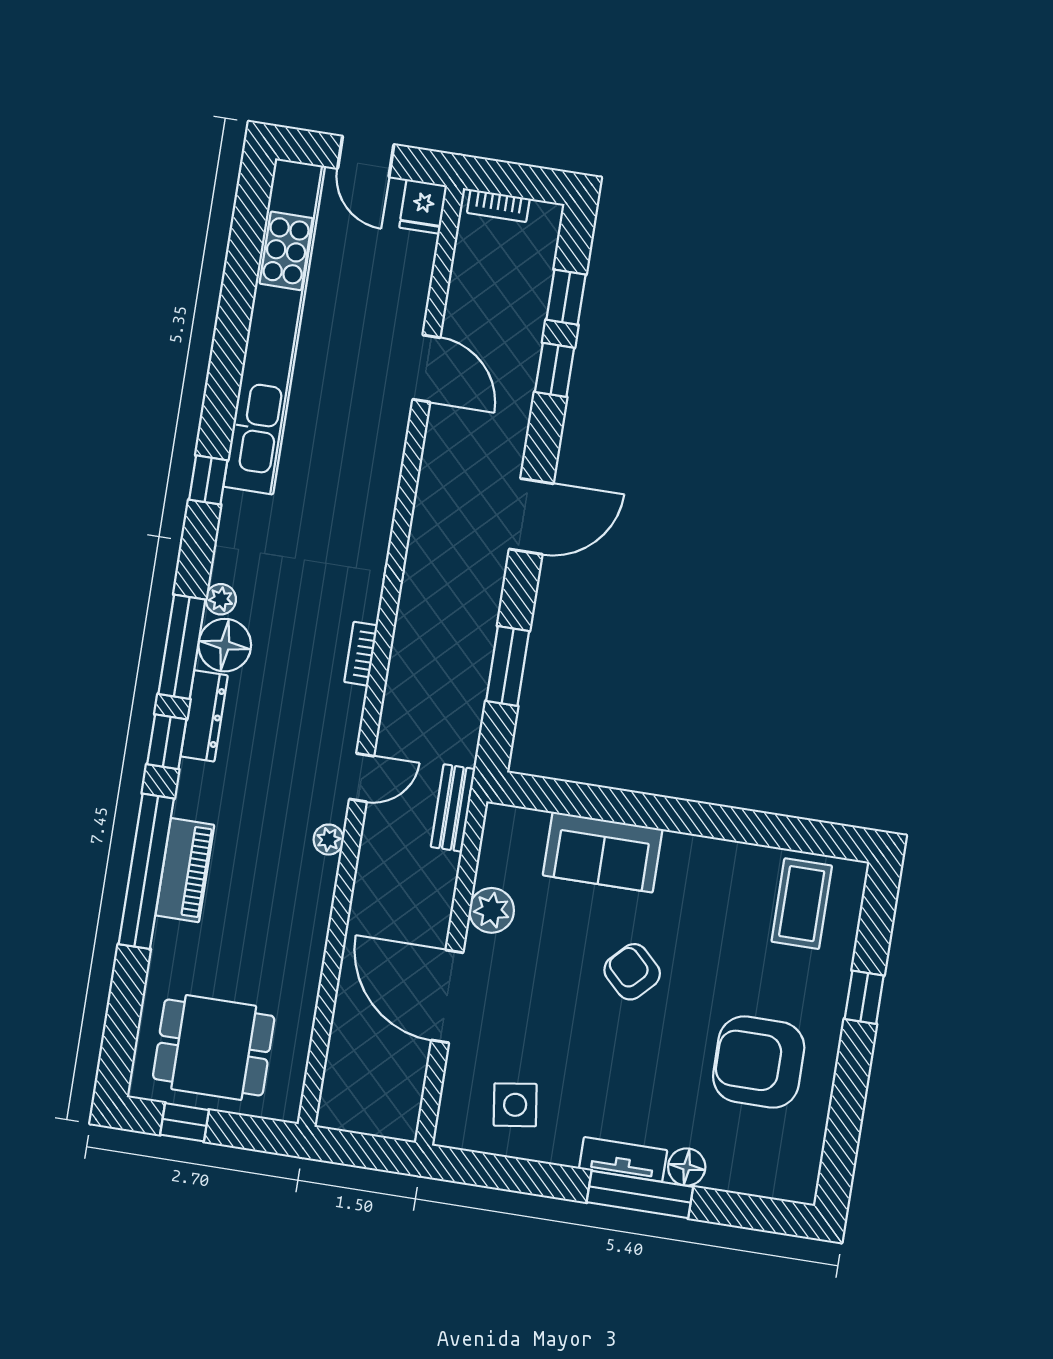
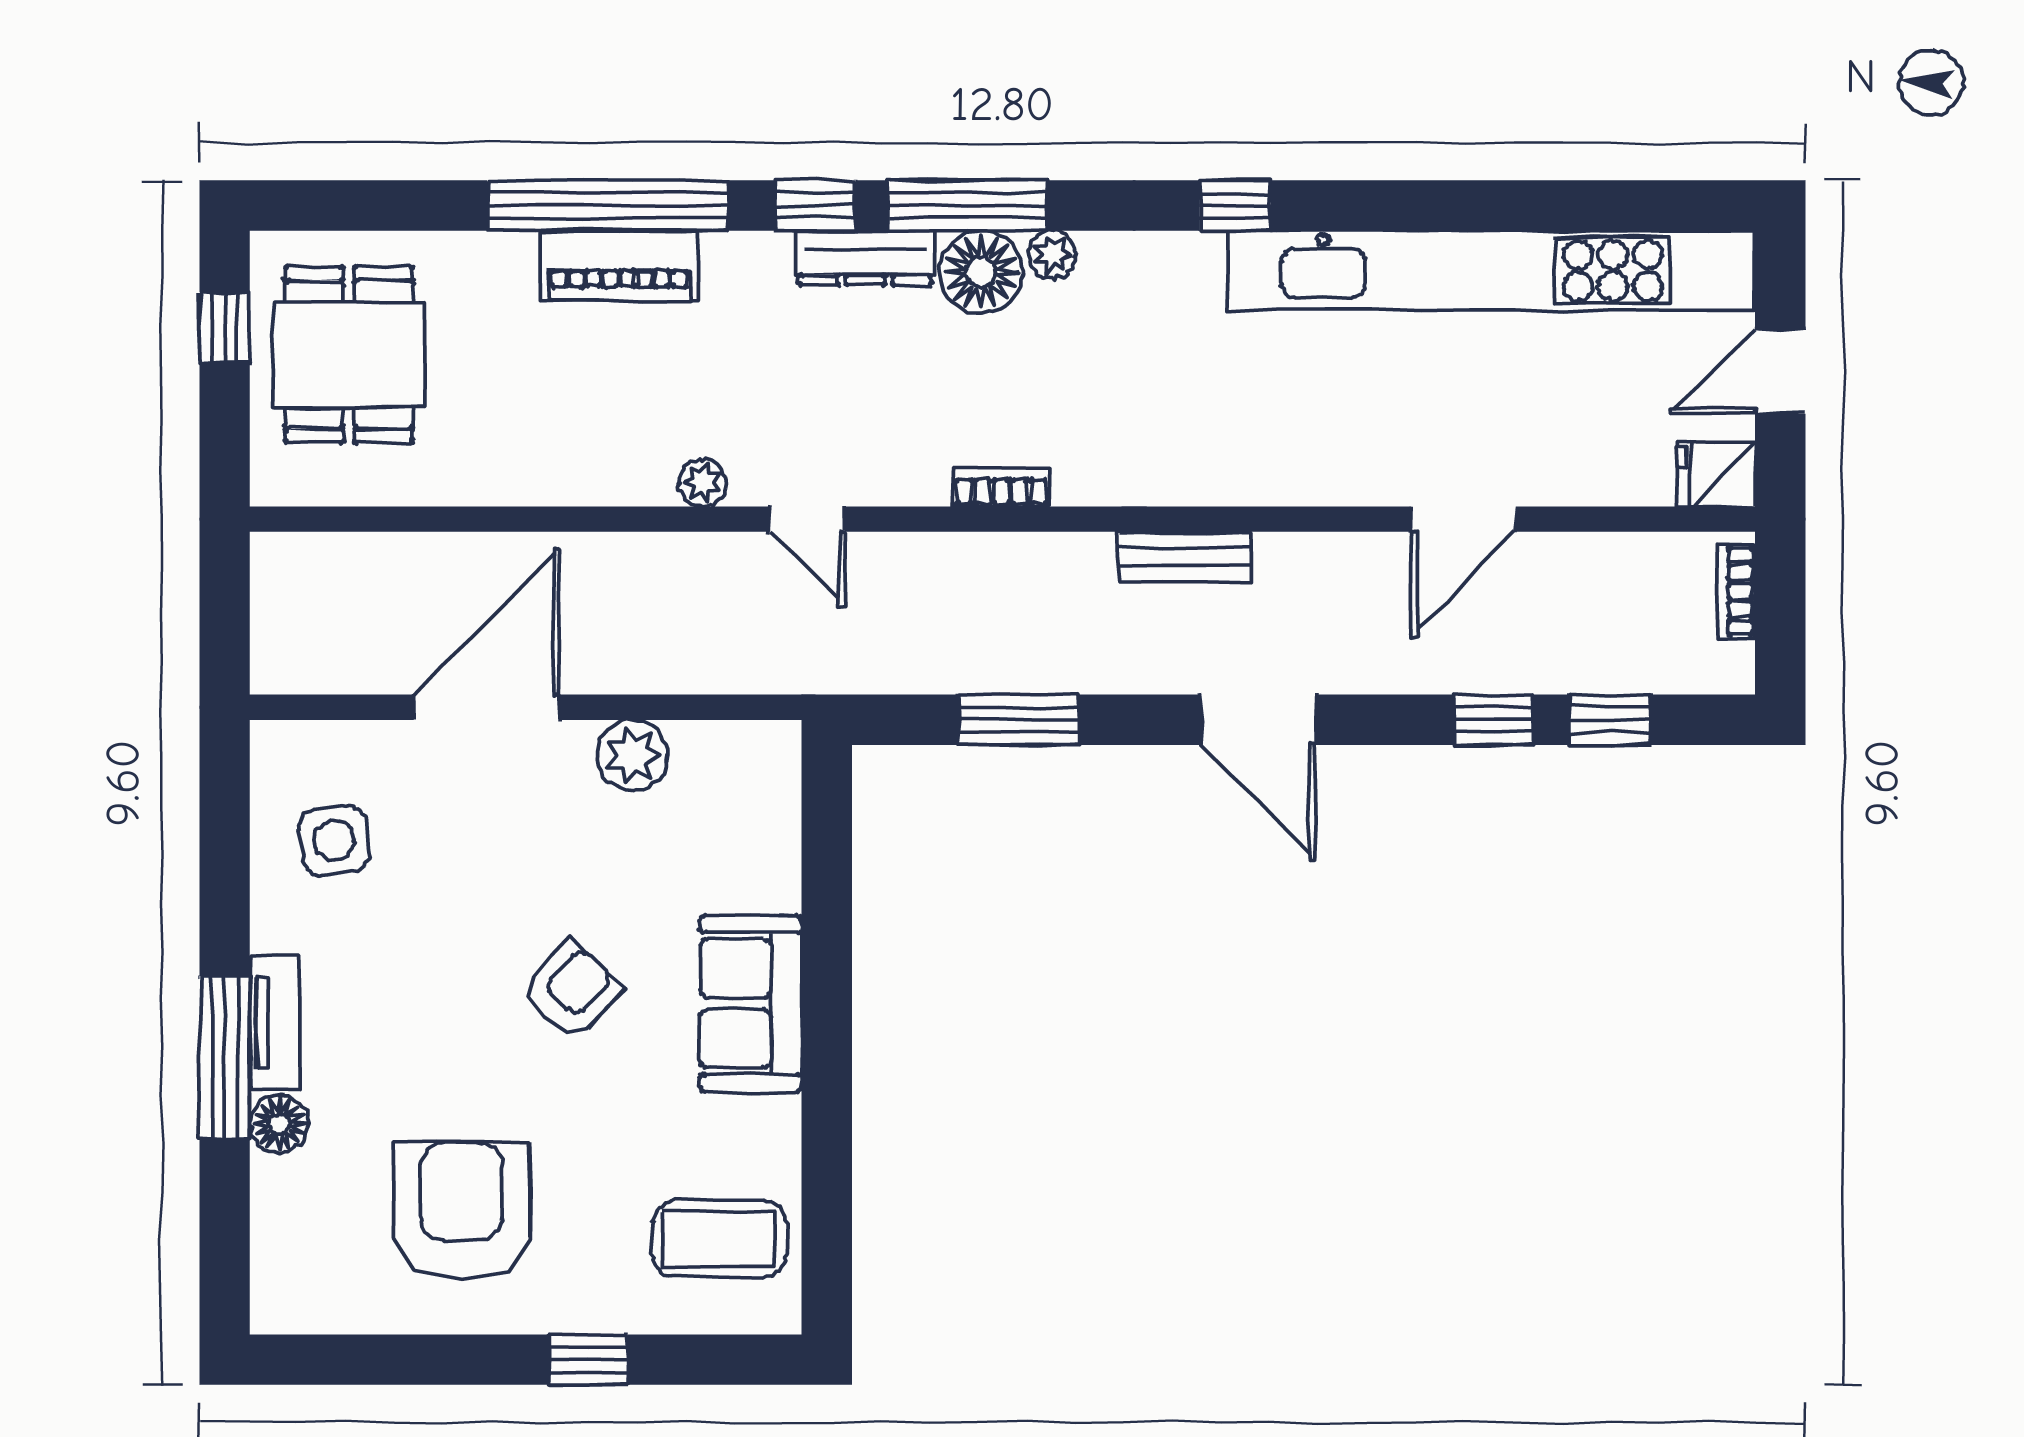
bench: (453, 808) -> (1184, 557), moved
sofa: (603, 852) -> (751, 1004), moved

